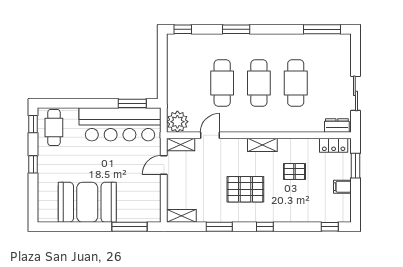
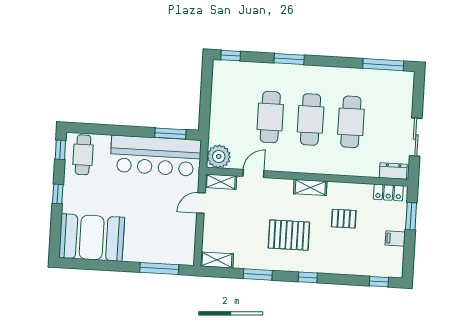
booth: (87, 202) -> (92, 238), moved

